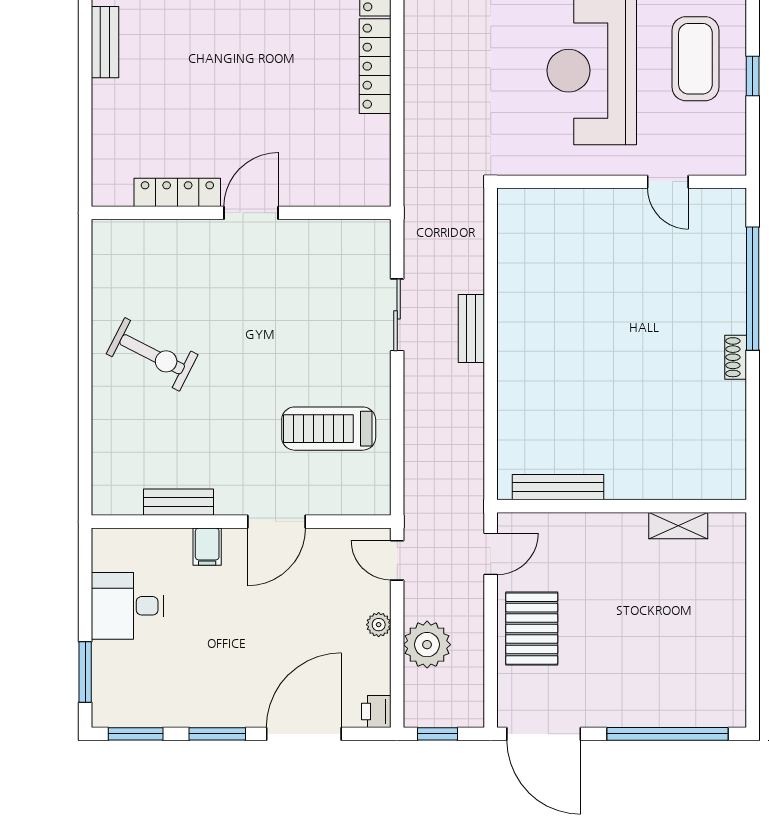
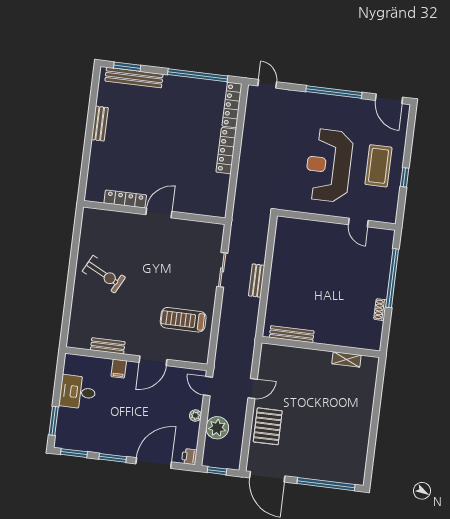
bench: (558, 487) -> (292, 334), moved
wall: (622, 506) -> (321, 347), moved
shelving: (678, 526) -> (346, 359), moved

